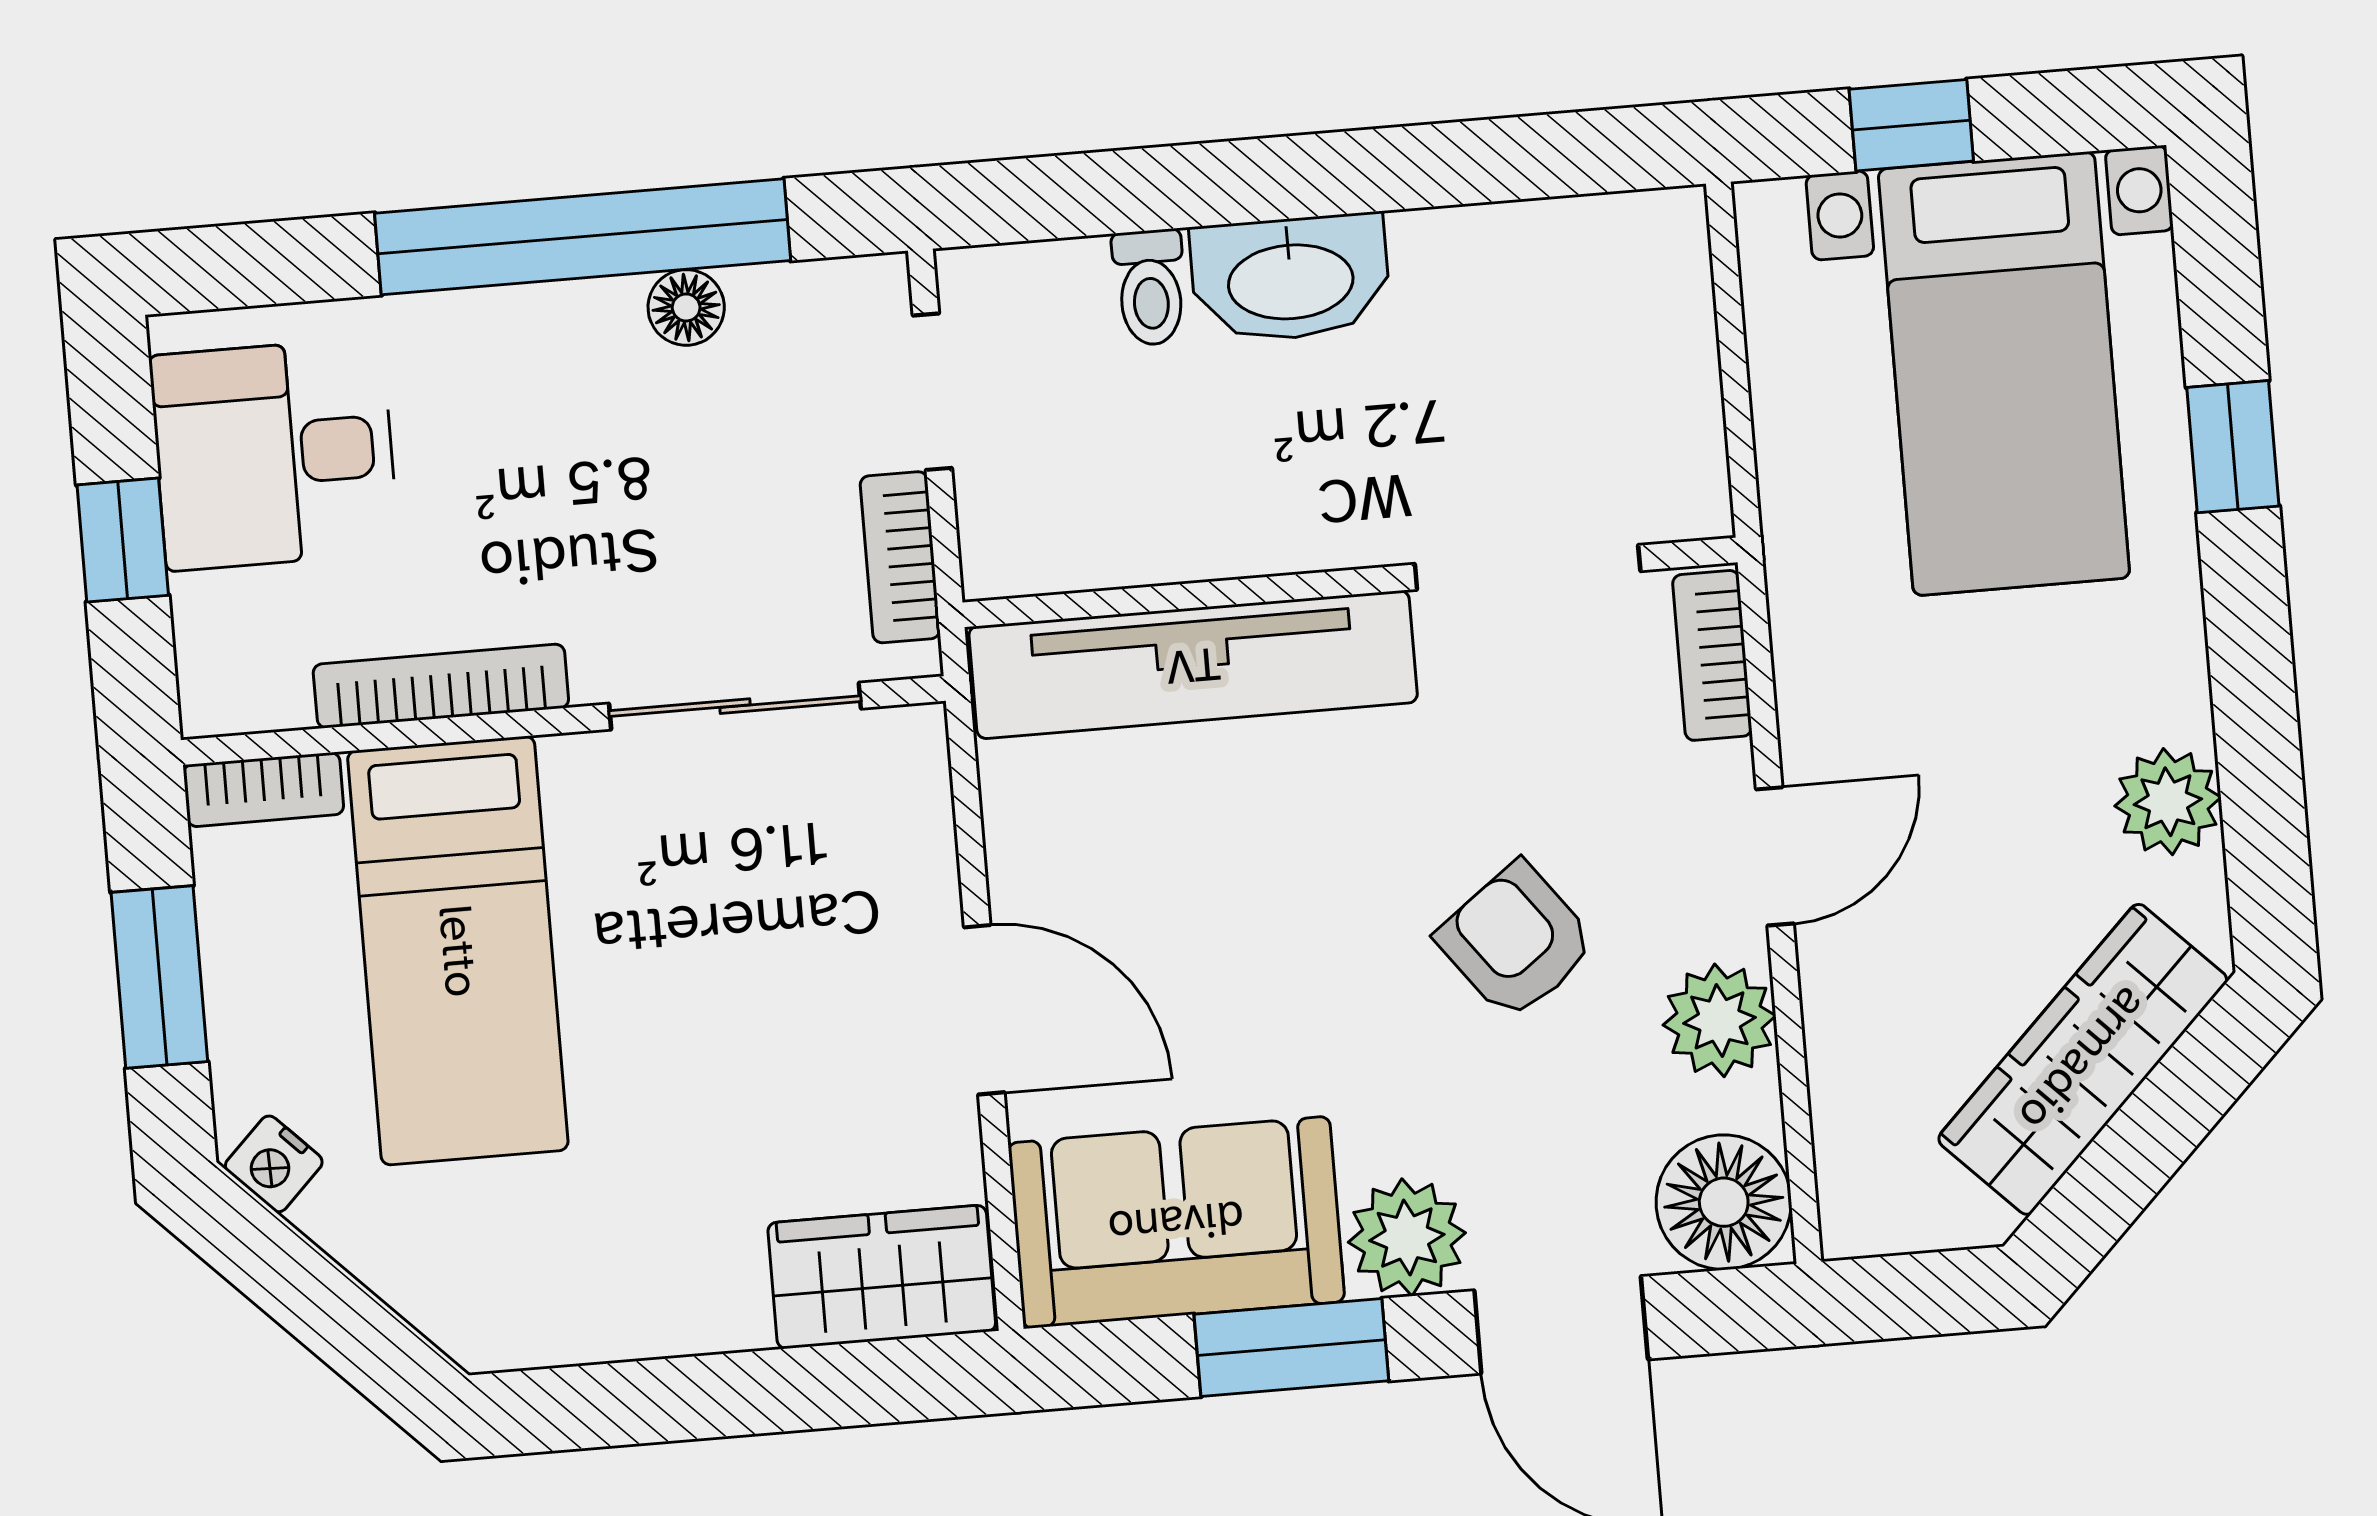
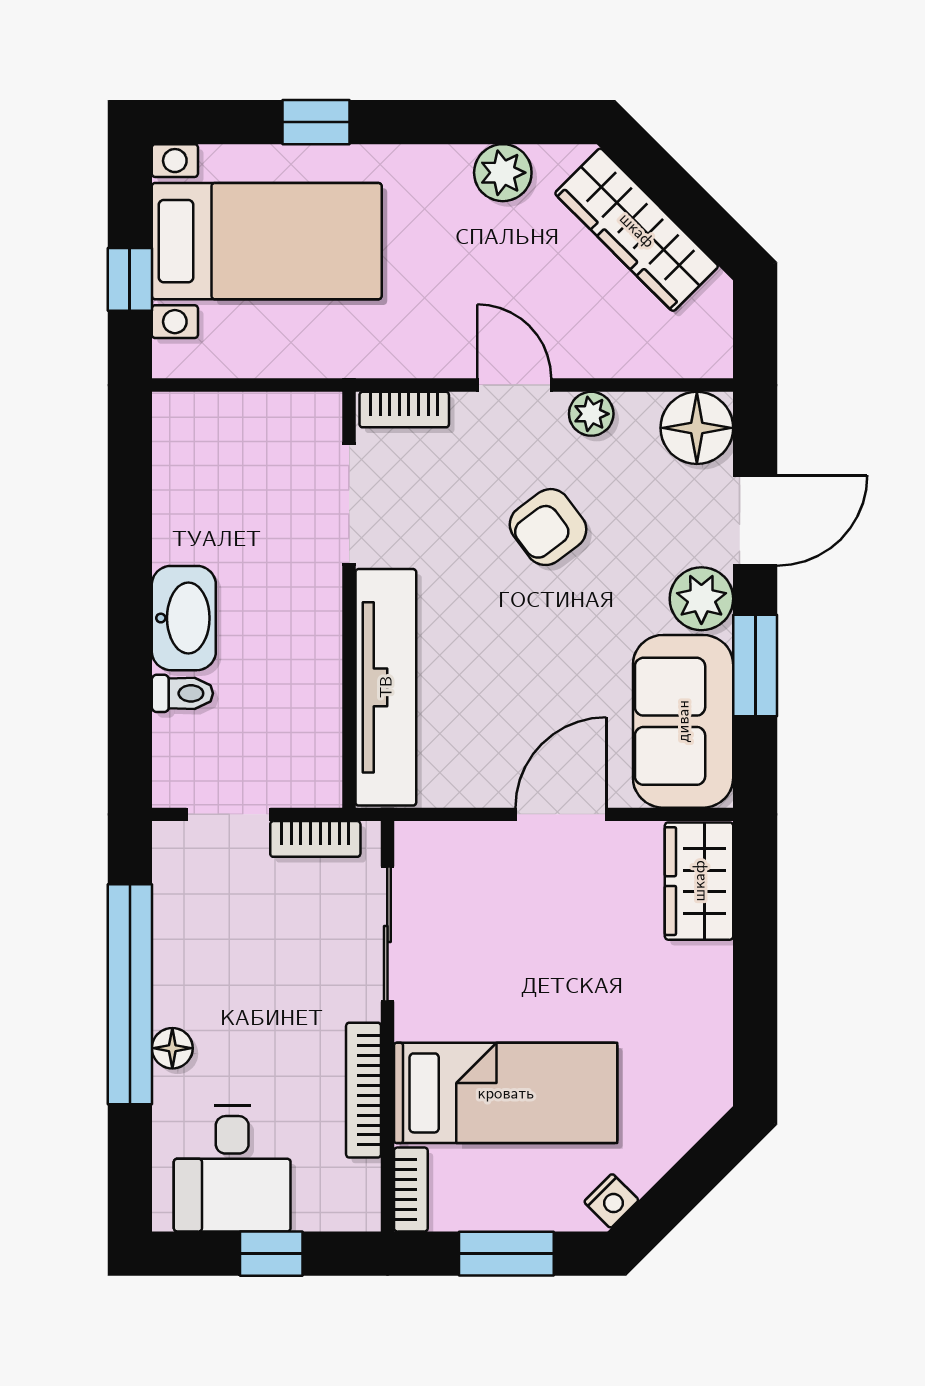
floor lamp: (686, 307) -> (172, 1048), moved
plant: (1719, 1020) -> (591, 414), width x0.73, depth x0.73

